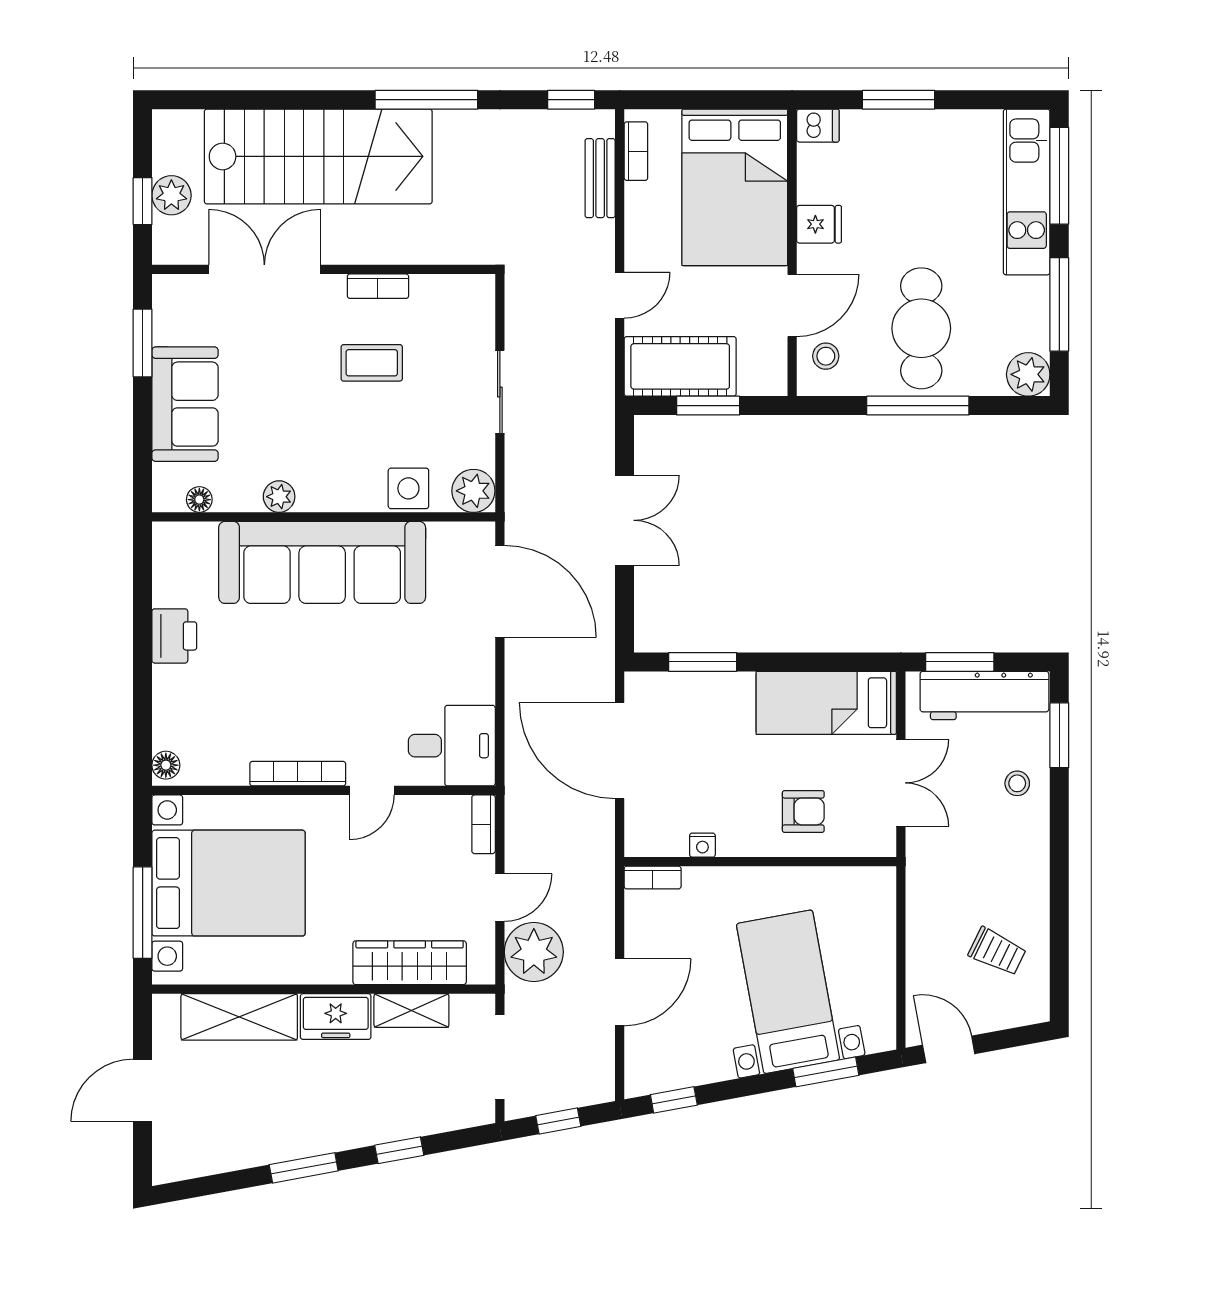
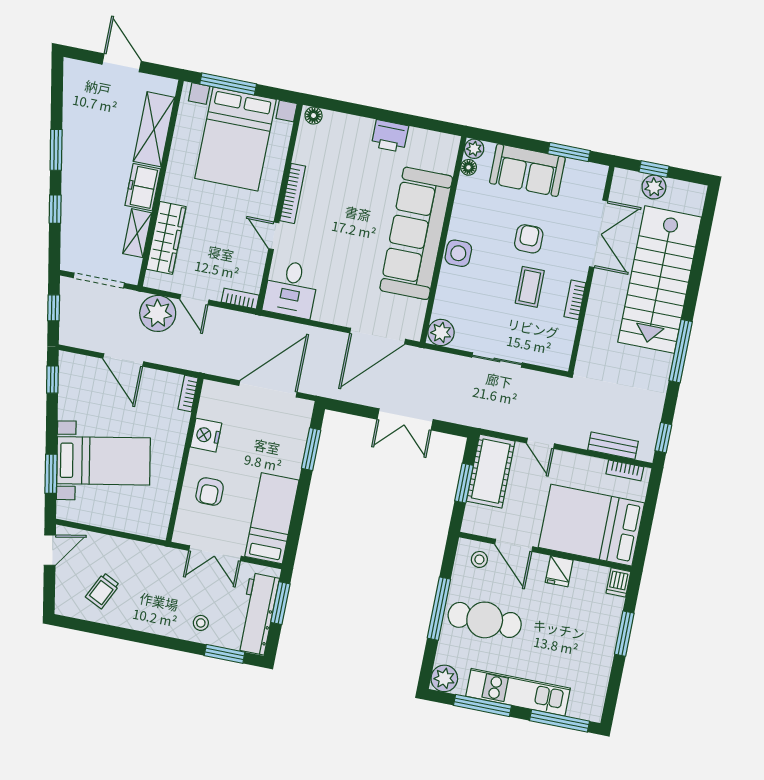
kitchen unit: (1027, 192) -> (518, 692), moved
armchair: (295, 380) -> (529, 239), added
side table: (408, 488) -> (458, 253), moved
plant: (279, 497) -> (474, 149), moved
nightstand: (702, 845) -> (206, 435), width x1.89, depth x1.79

